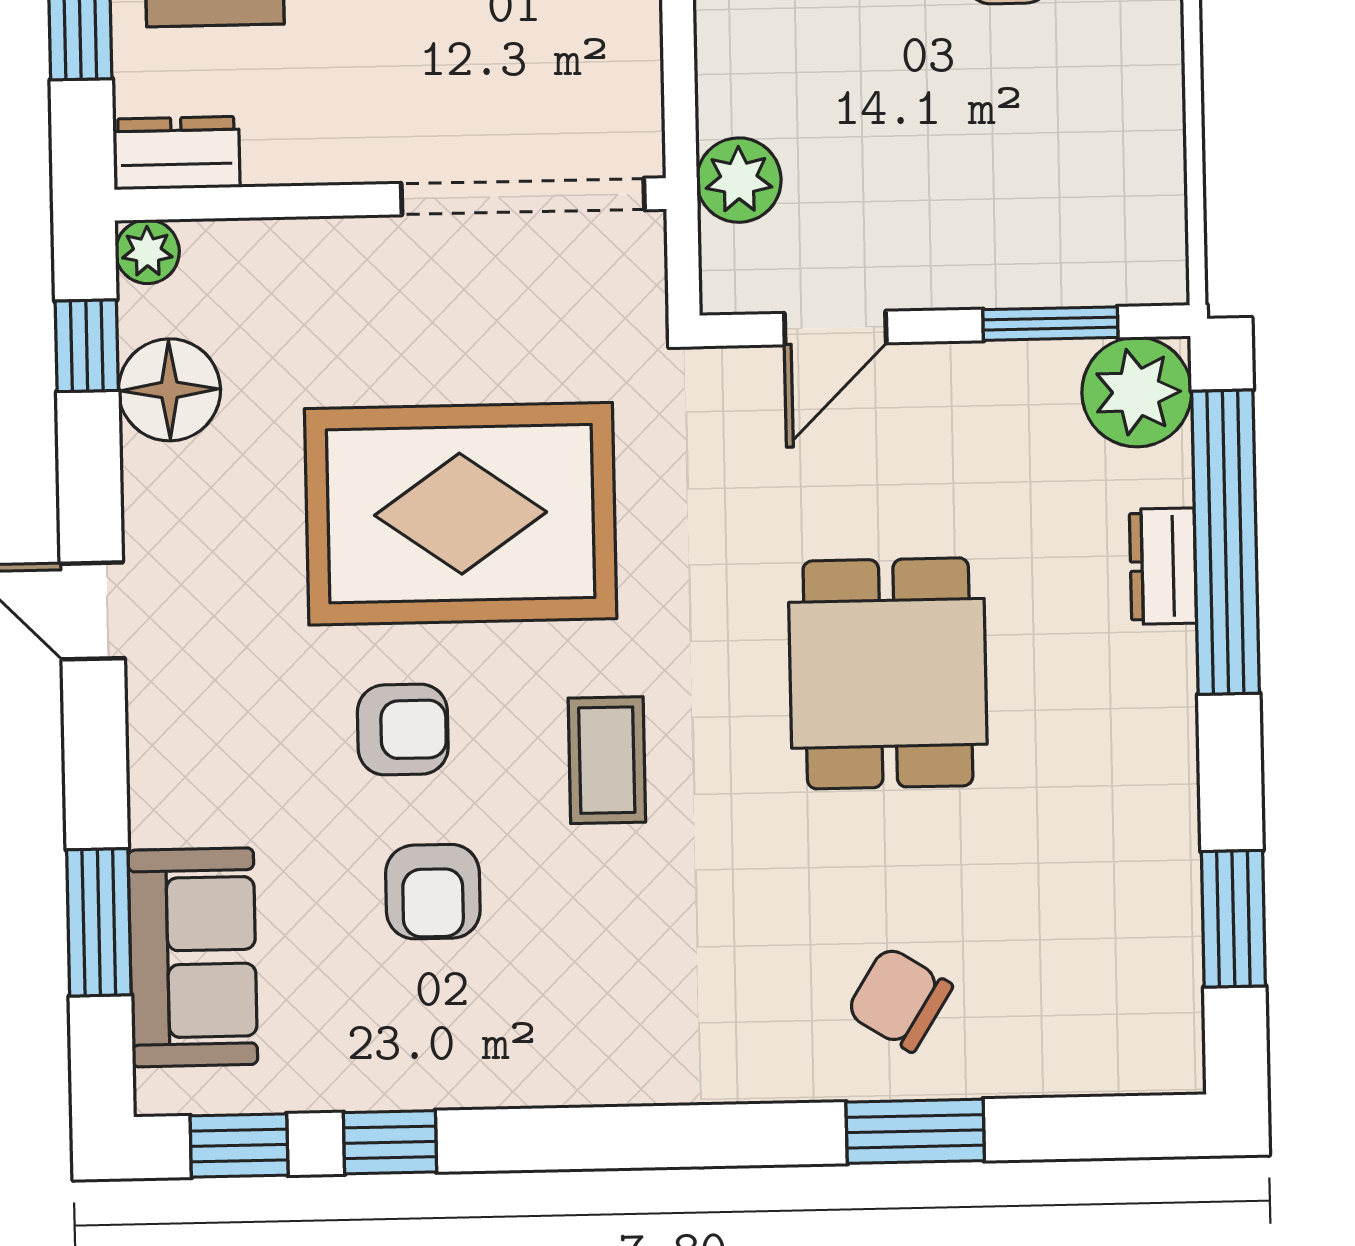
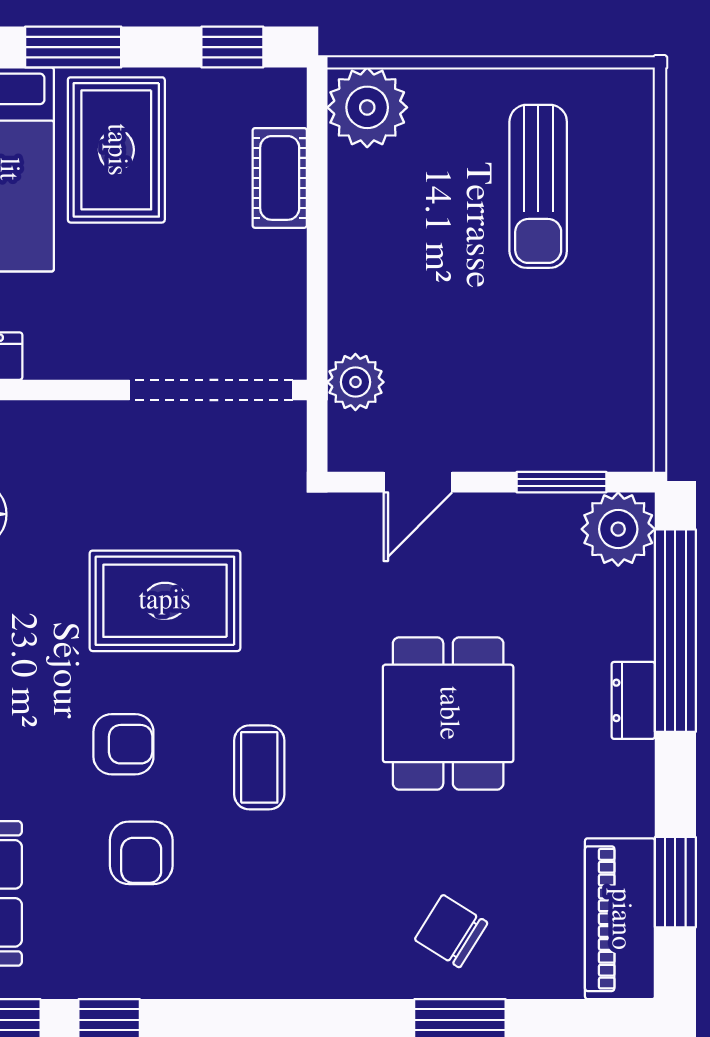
rug: (461, 514) -> (165, 601), width x0.73, depth x0.69
dresser: (1163, 566) -> (633, 700), moved
piano: (1152, 975) -> (620, 919), added

